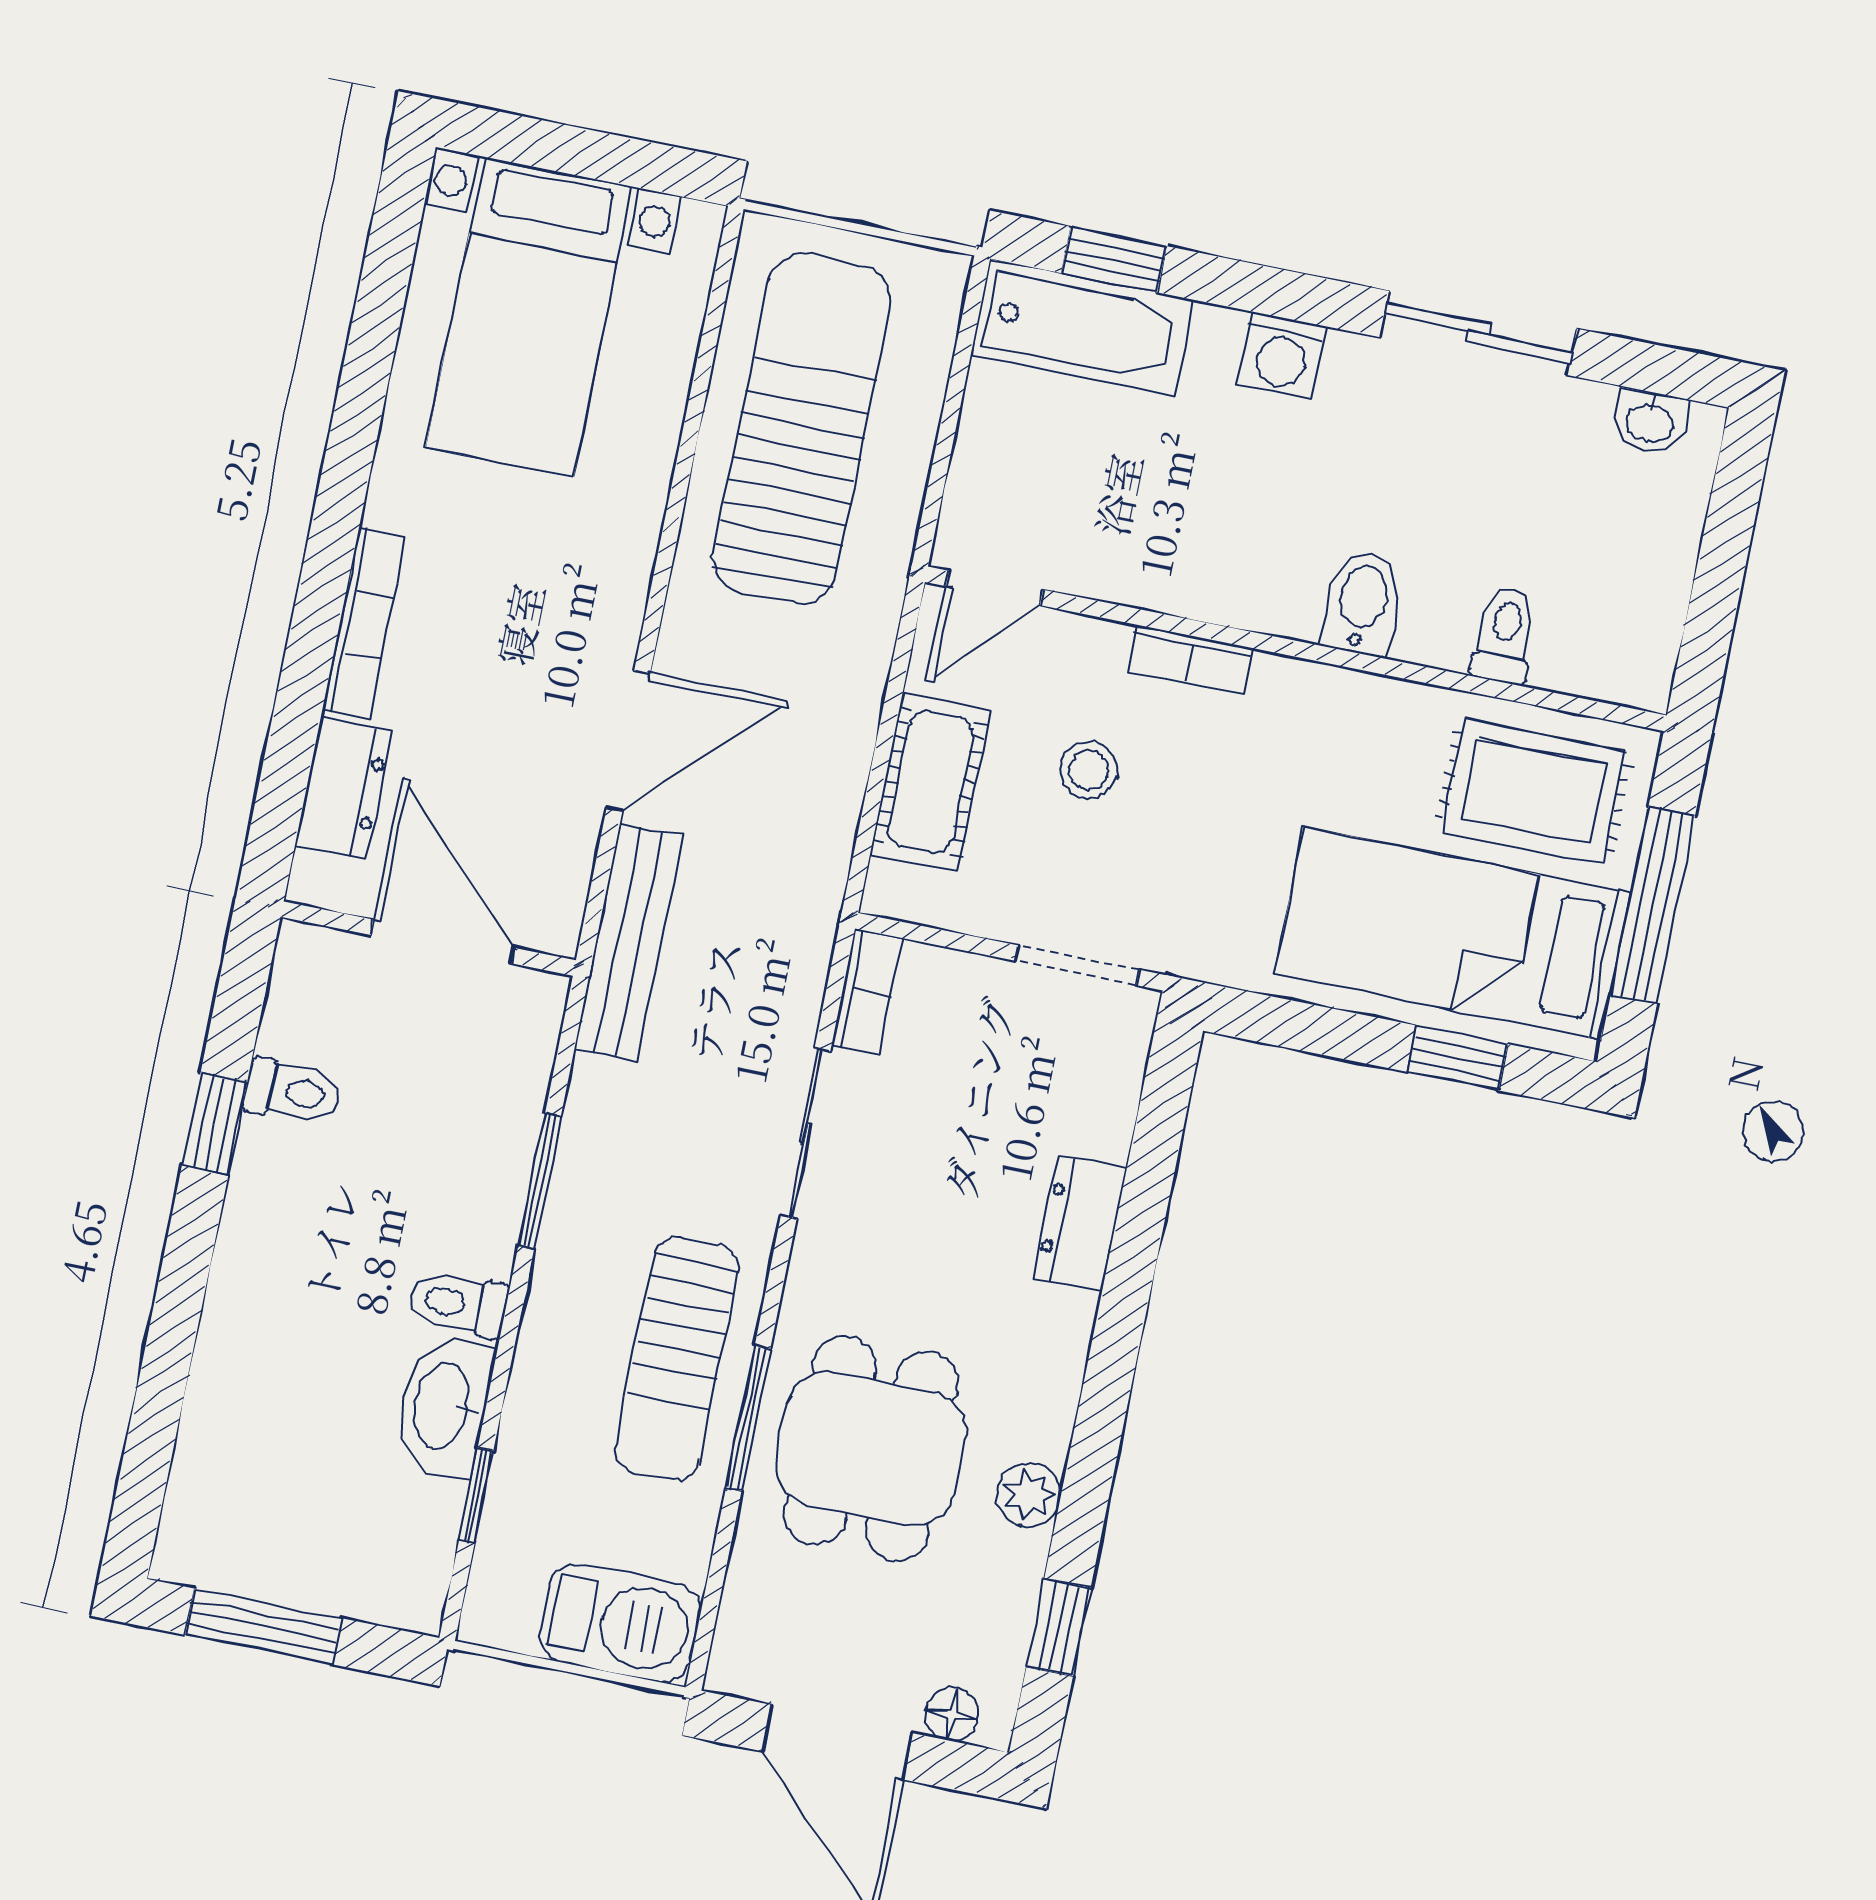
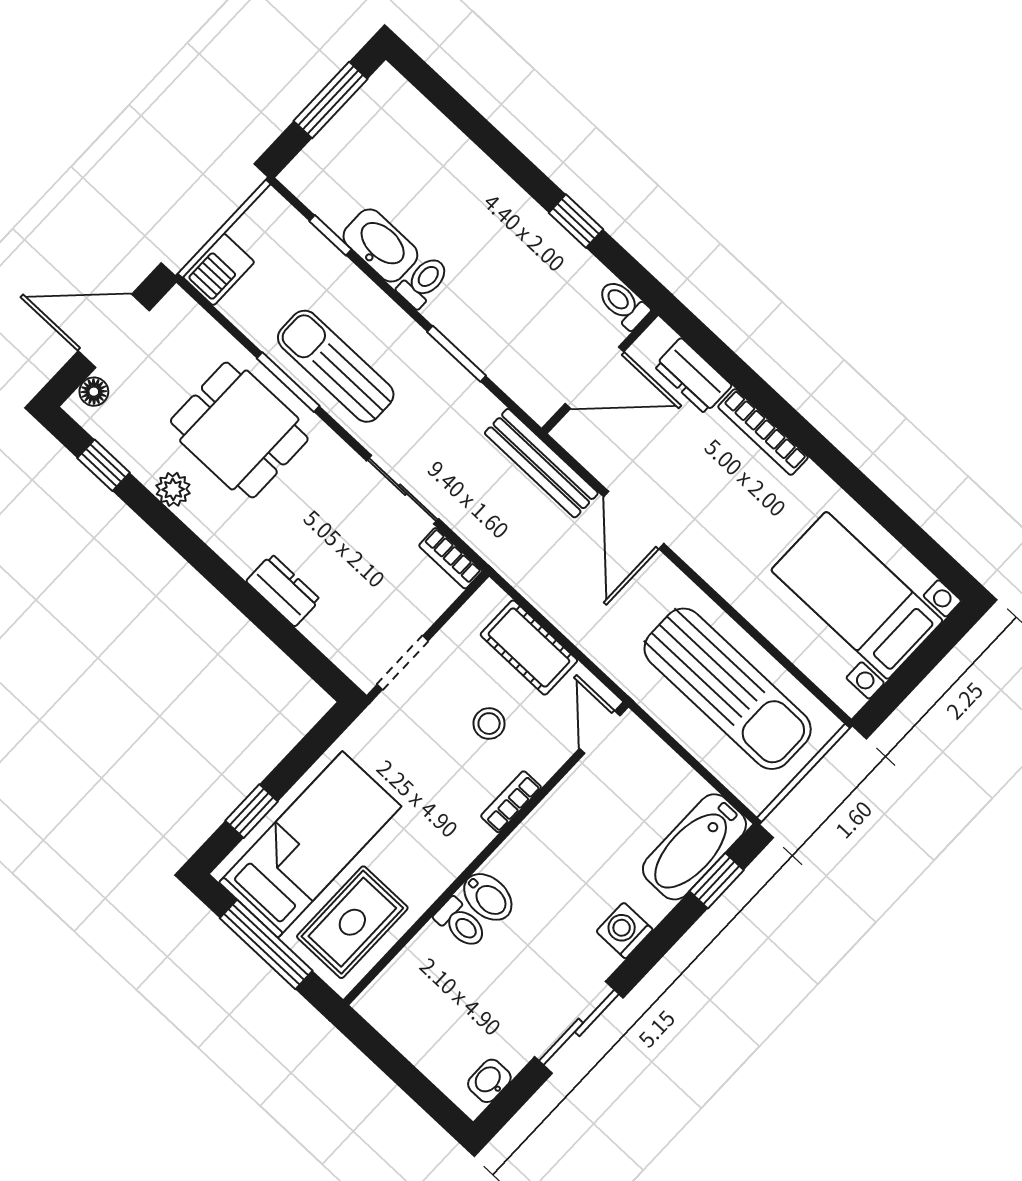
toilet: (1505, 635) -> (461, 923), moved
toilet: (292, 1092) -> (623, 304), moved, turned 90
barbecue: (620, 1623) -> (218, 269), width x0.73, depth x0.79

